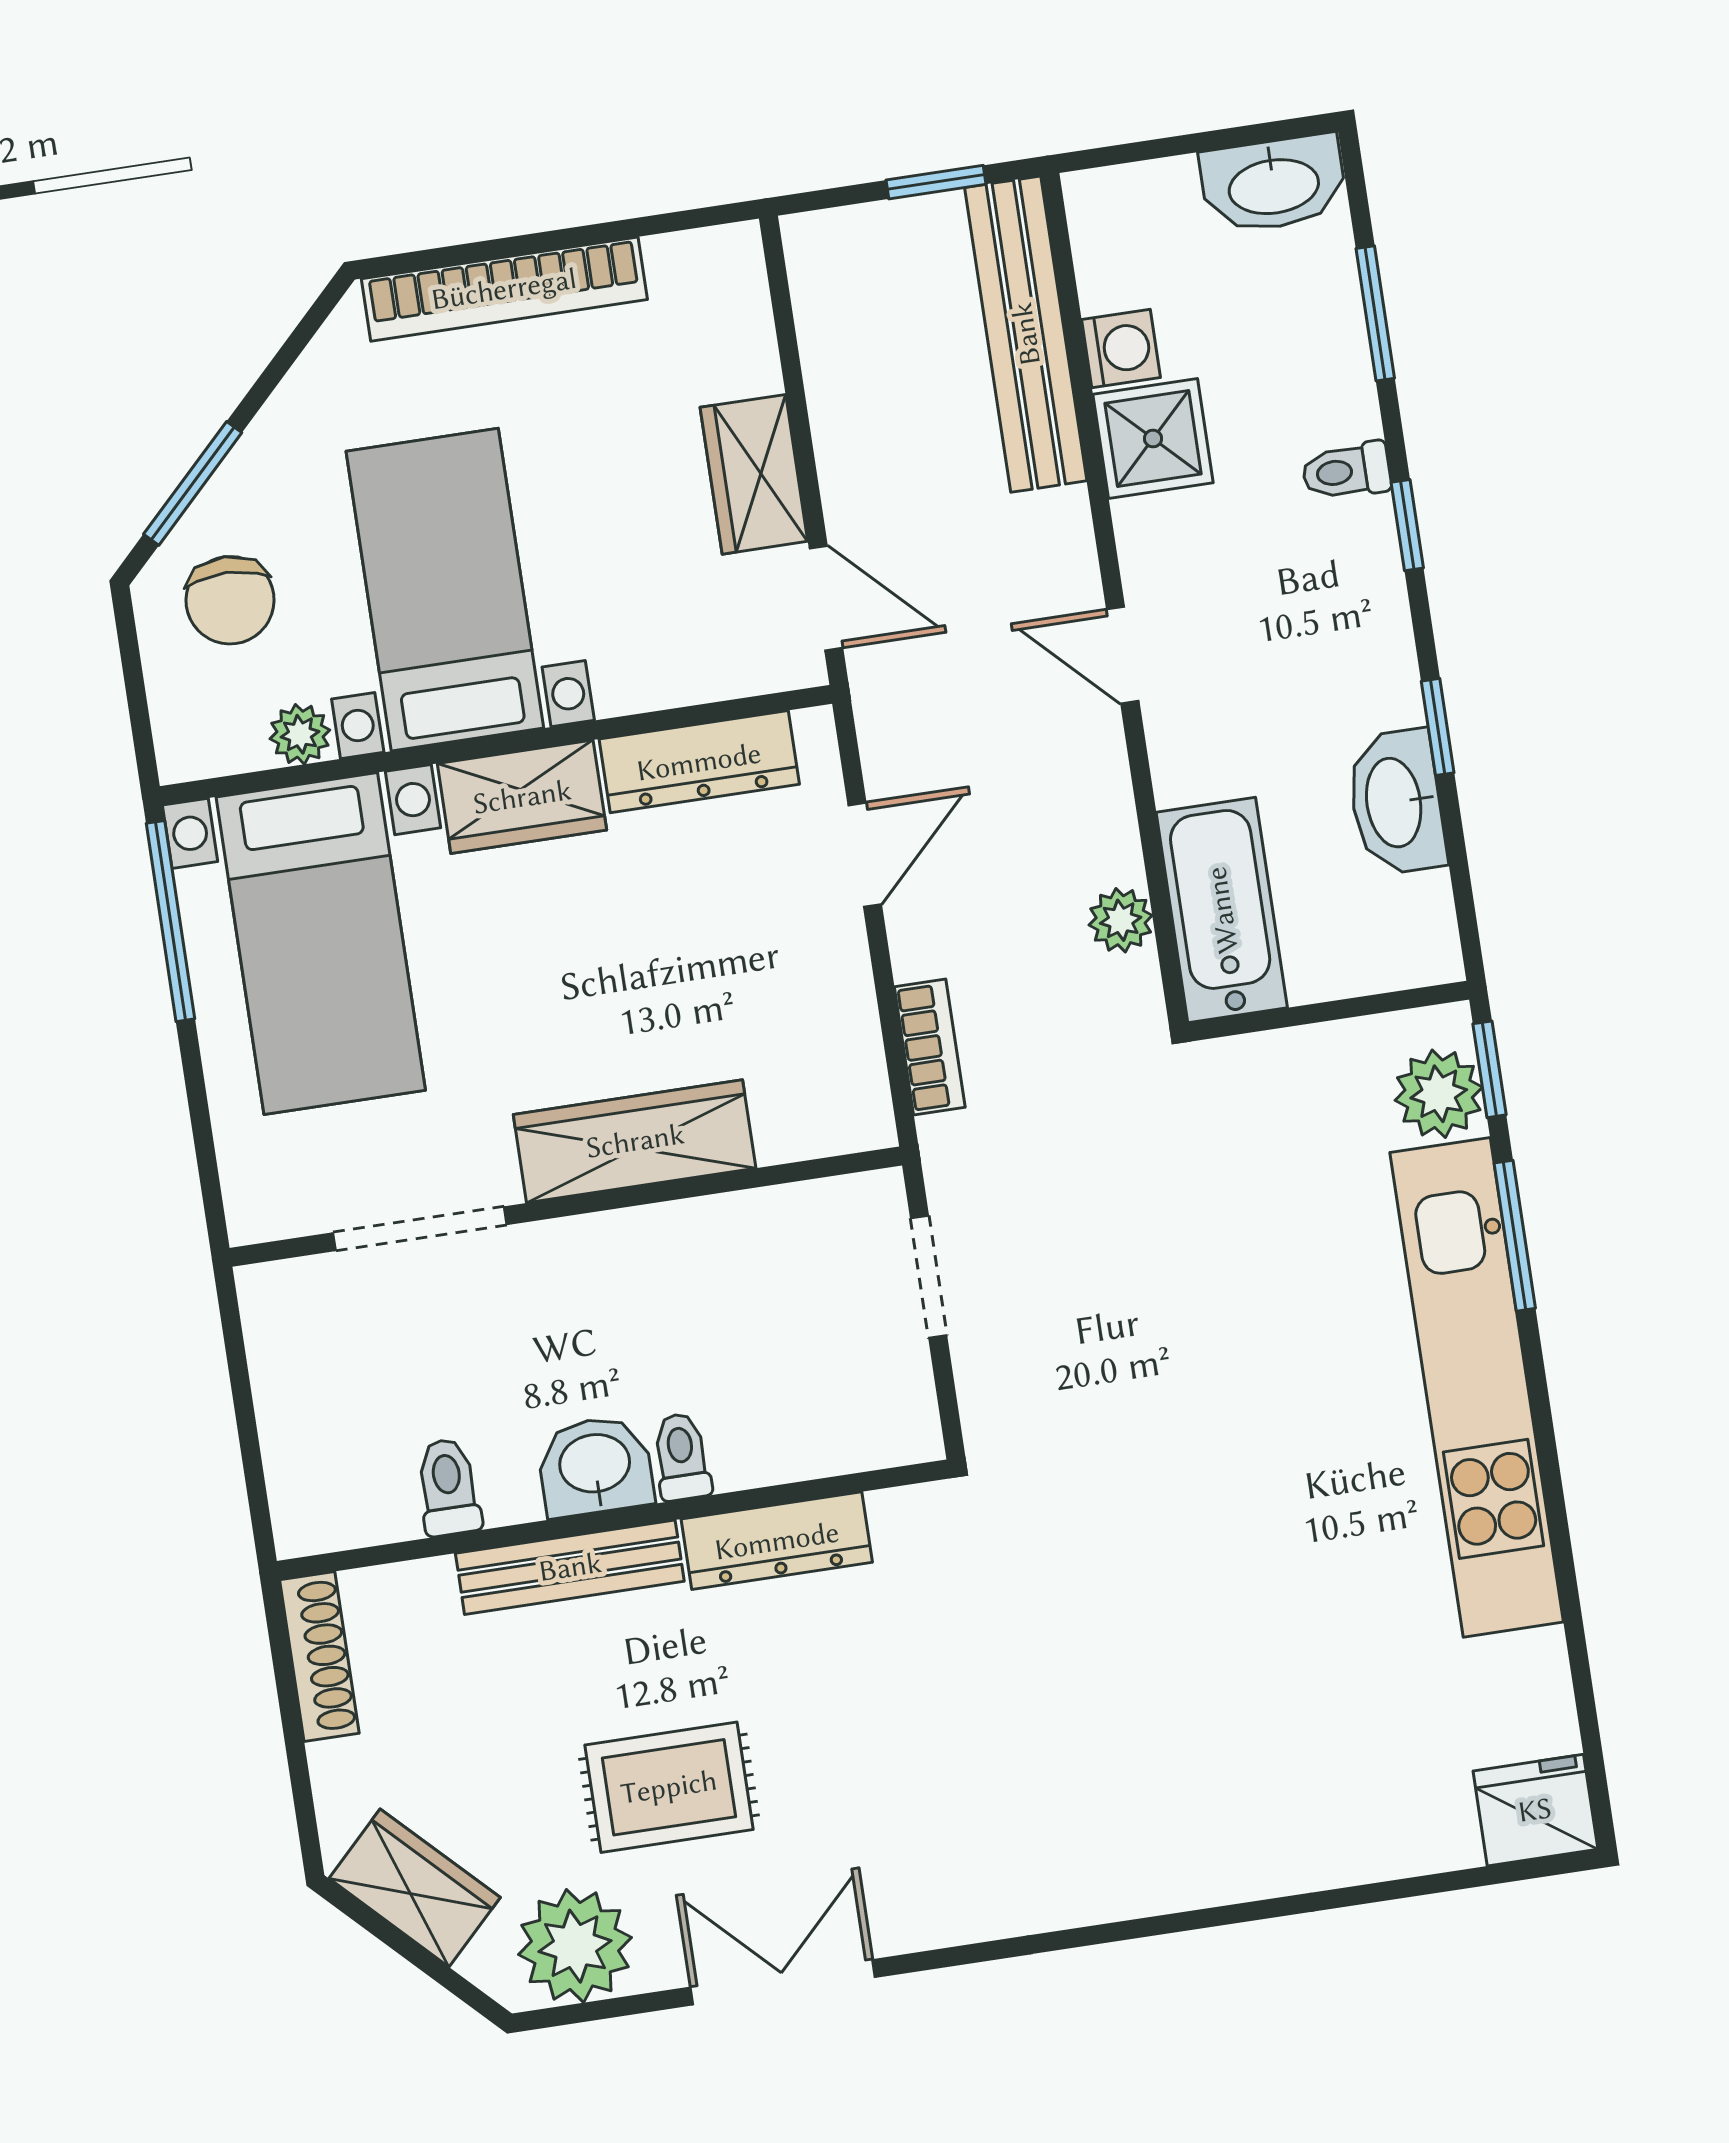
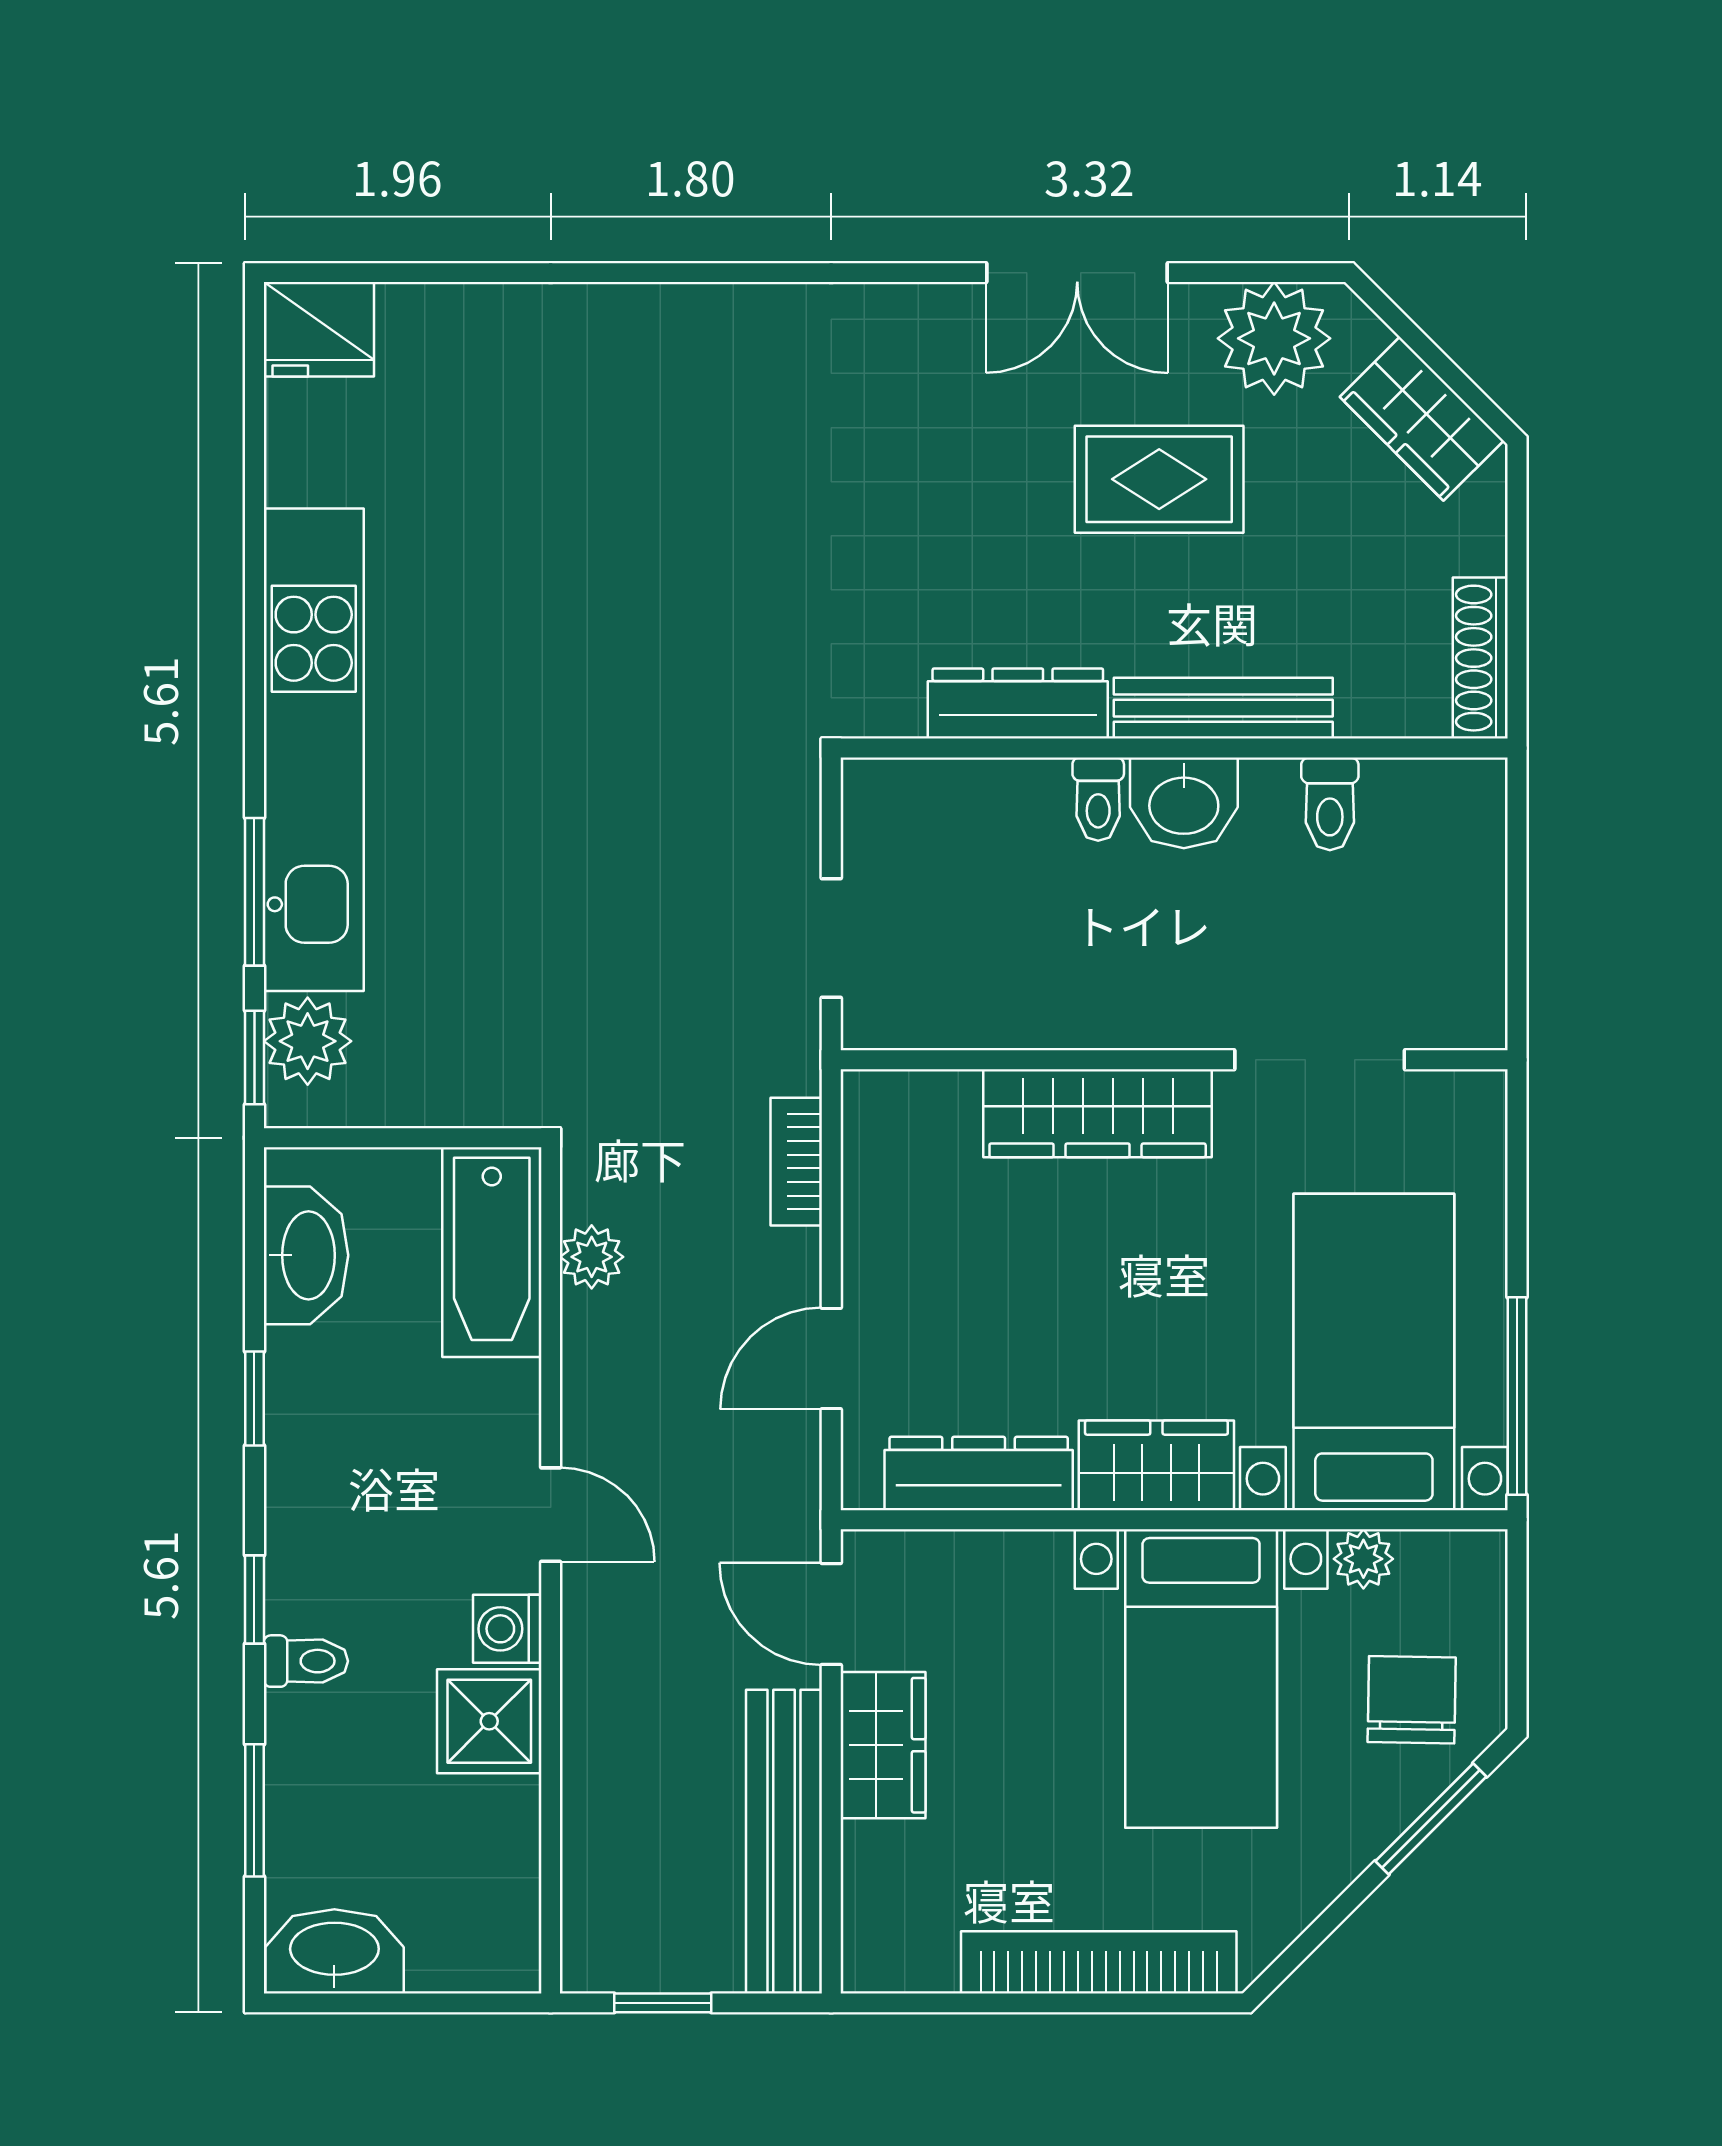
bench: (1026, 334) -> (784, 1842), moved
washing machine: (1121, 348) -> (507, 1629), moved
washbasin: (1396, 802) -> (306, 1255), moved

